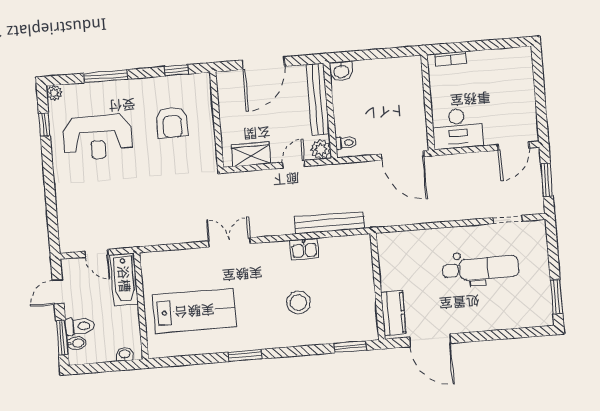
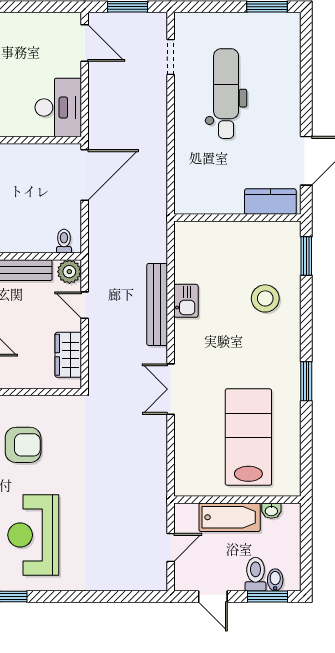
reception desk: (97, 137) -> (33, 535), turned 180
bench: (329, 223) -> (157, 304), moved
bathtub: (124, 279) -> (230, 517), moved
stool: (298, 303) -> (265, 298), moved
washbasin: (125, 354) -> (271, 511), moved, turned -90

